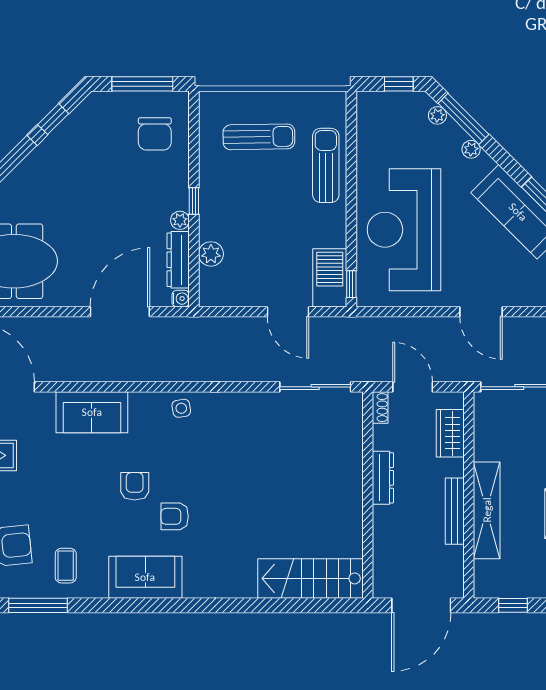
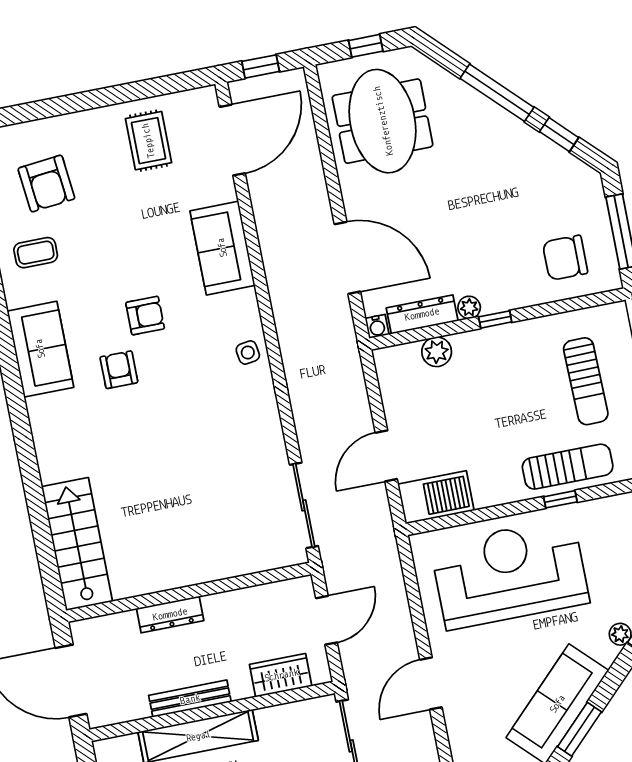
window: (351, 284) -> (560, 499), moved
shoe rack: (380, 408) -> (295, 587), removed
dresser: (383, 478) -> (170, 614), moved

